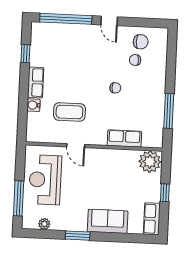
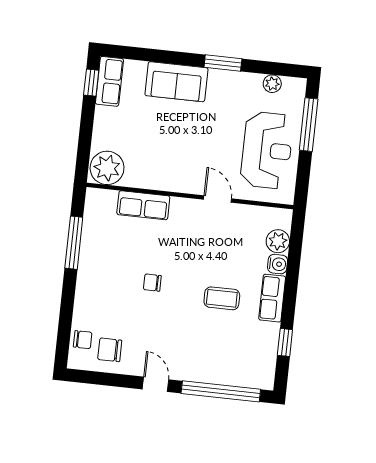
chair: (135, 60) -> (83, 340), moved
coffee table: (69, 112) -> (222, 298), moved, width x0.73, depth x0.77
plant: (34, 120) -> (278, 241), added
window: (165, 193) -> (91, 83), moved

